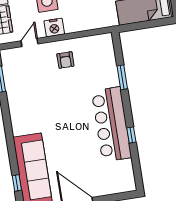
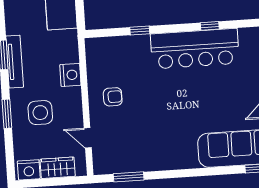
nightstand: (54, 27) -> (70, 75), moved
window: (122, 77) -> (140, 31), width x0.67

